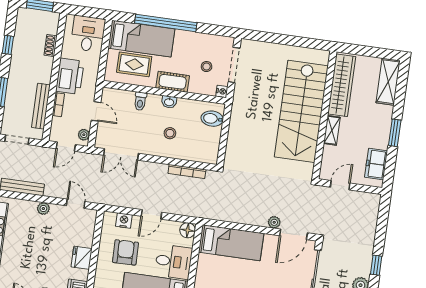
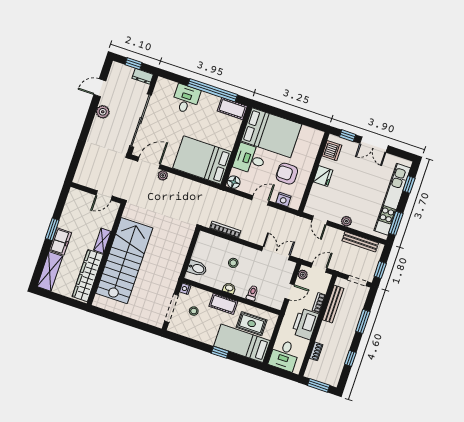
window: (166, 23) -> (220, 352), width x0.32
door: (96, 111) -> (289, 292), swing flipped
freezer: (376, 164) -> (60, 242), moved
bed: (231, 243) -> (202, 160), width x1.50
armchair: (125, 252) -> (287, 174), turned 91
window: (376, 265) -> (87, 126), removed

